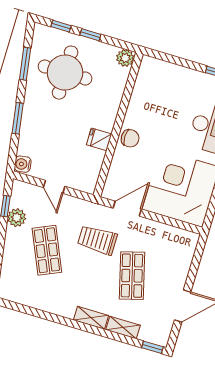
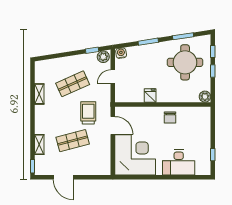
chair: (130, 138) -> (170, 118), moved
plant: (17, 218) -> (103, 57), moved
shelving: (91, 318) -> (39, 94), moved

